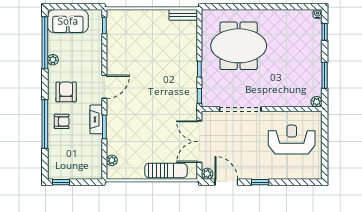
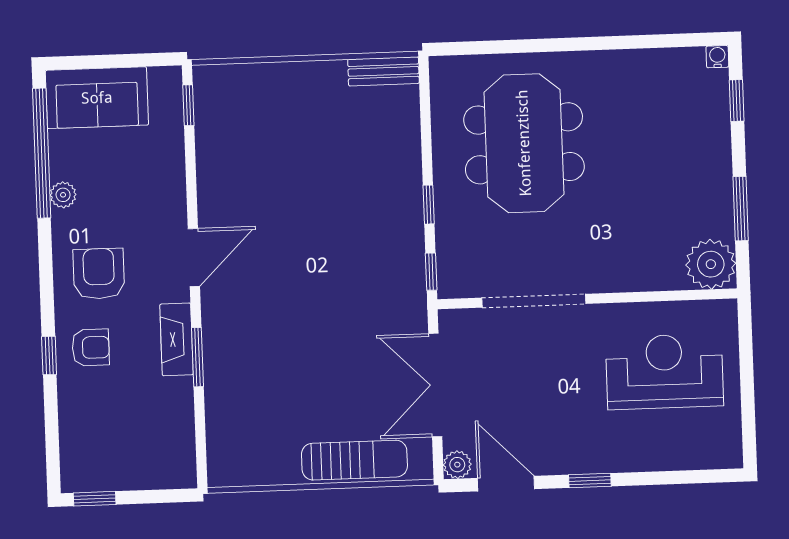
meeting table: (239, 46) -> (524, 143), turned 90
plant: (317, 102) -> (711, 264), width x1.88, depth x1.88
window: (45, 124) -> (49, 356), width x0.32
plant: (112, 160) -> (219, 440), removed

